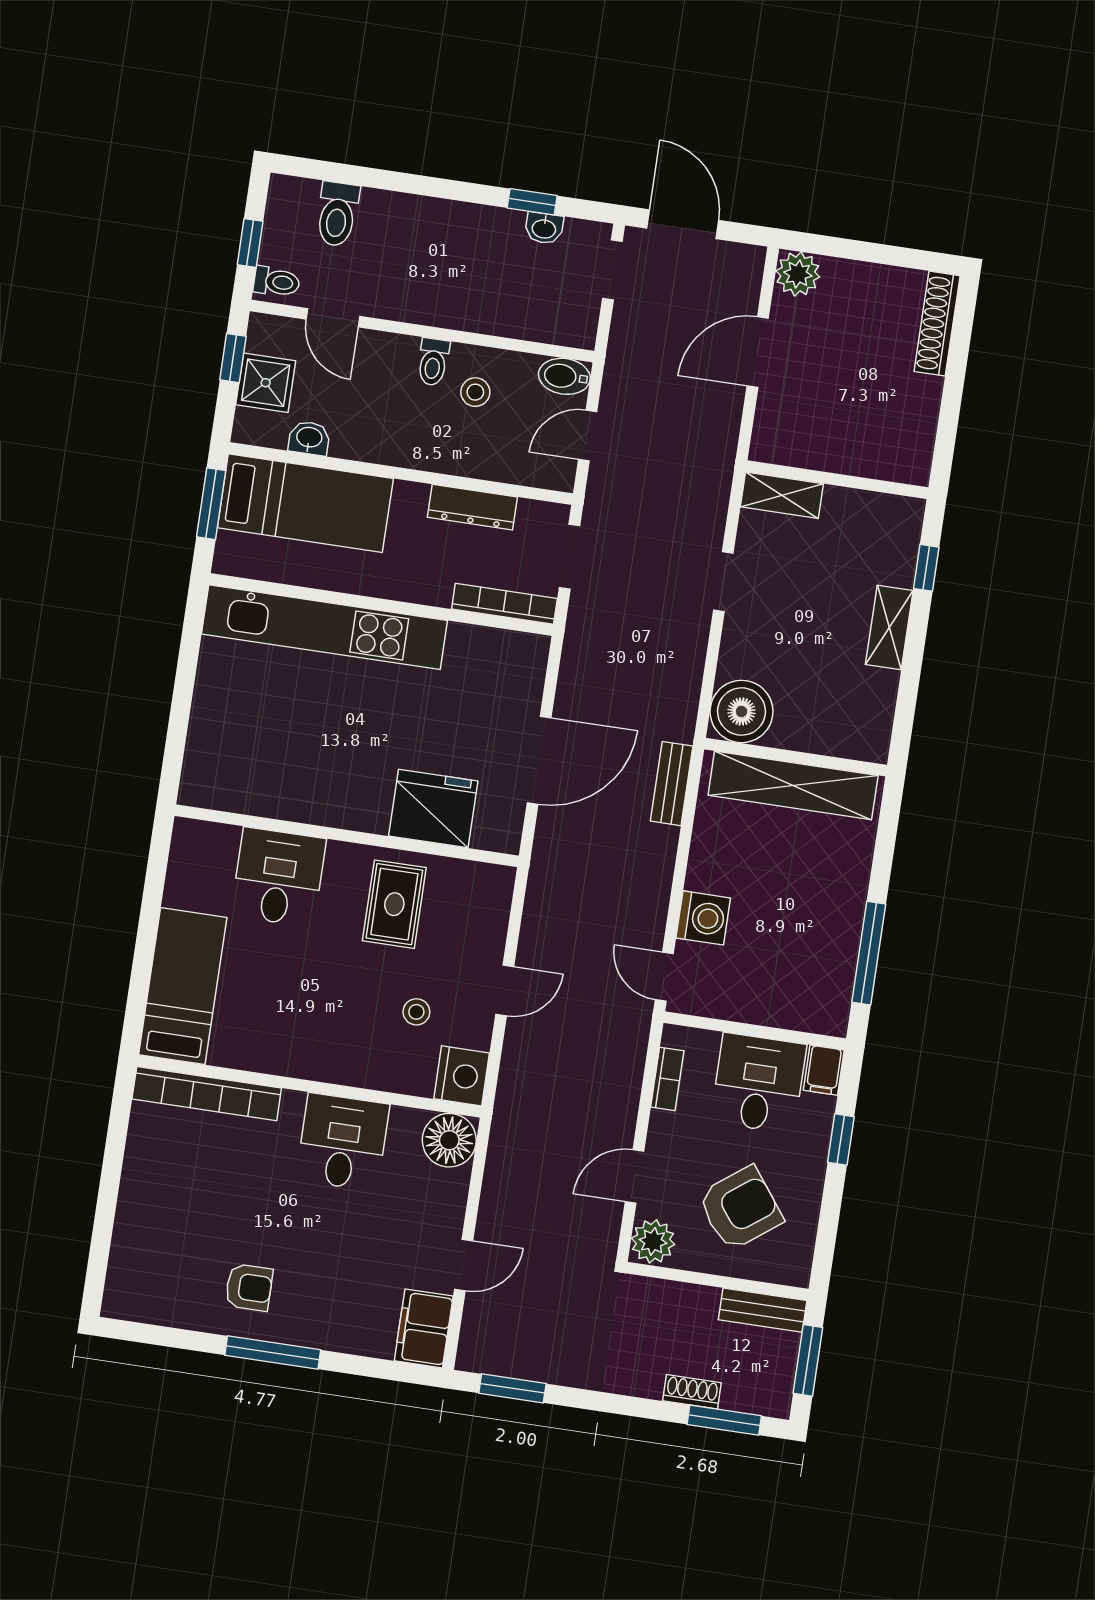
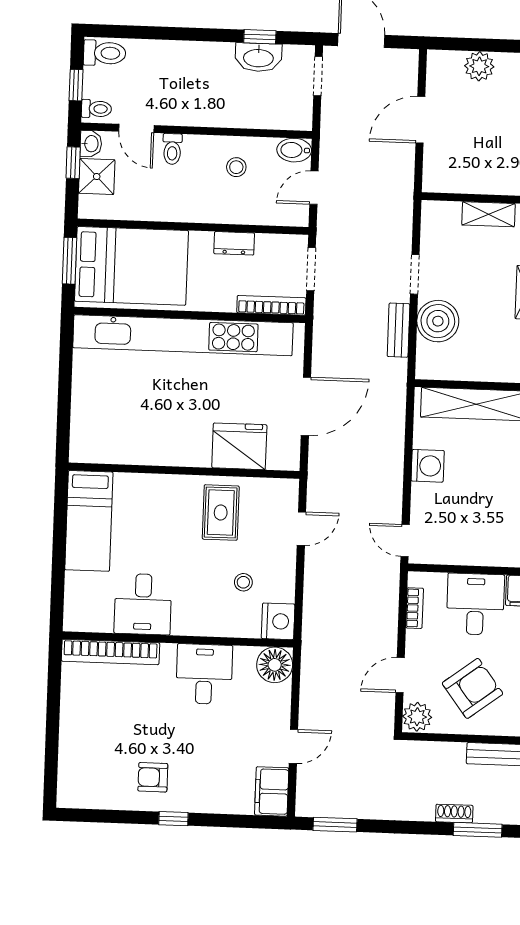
toilet: (337, 214) -> (105, 53), moved, turned -90
washbasin: (544, 228) -> (258, 57), width x1.91, depth x1.45
plant: (798, 274) -> (479, 66), moved
toilet: (433, 362) -> (172, 149), moved
washbasin: (309, 438) -> (91, 144), moved, turned 90
shelving: (782, 495) -> (488, 214), moved
bed: (305, 503) -> (131, 266), width x1.50
dresser: (472, 507) -> (234, 243), width x0.70
kitchen unit: (324, 627) -> (183, 335), width x1.36
boiler: (742, 711) -> (438, 321), moved
bench: (672, 784) -> (399, 330), moved
desk: (278, 877) -> (143, 604), moved, turned 180
washing machine: (703, 918) -> (428, 466), moved
bed: (183, 986) -> (89, 521), moved, turned 180
door: (505, 990) -> (301, 529), moved
armchair: (249, 1287) -> (153, 777), turned 180
window: (273, 1353) -> (173, 819), width x0.46

